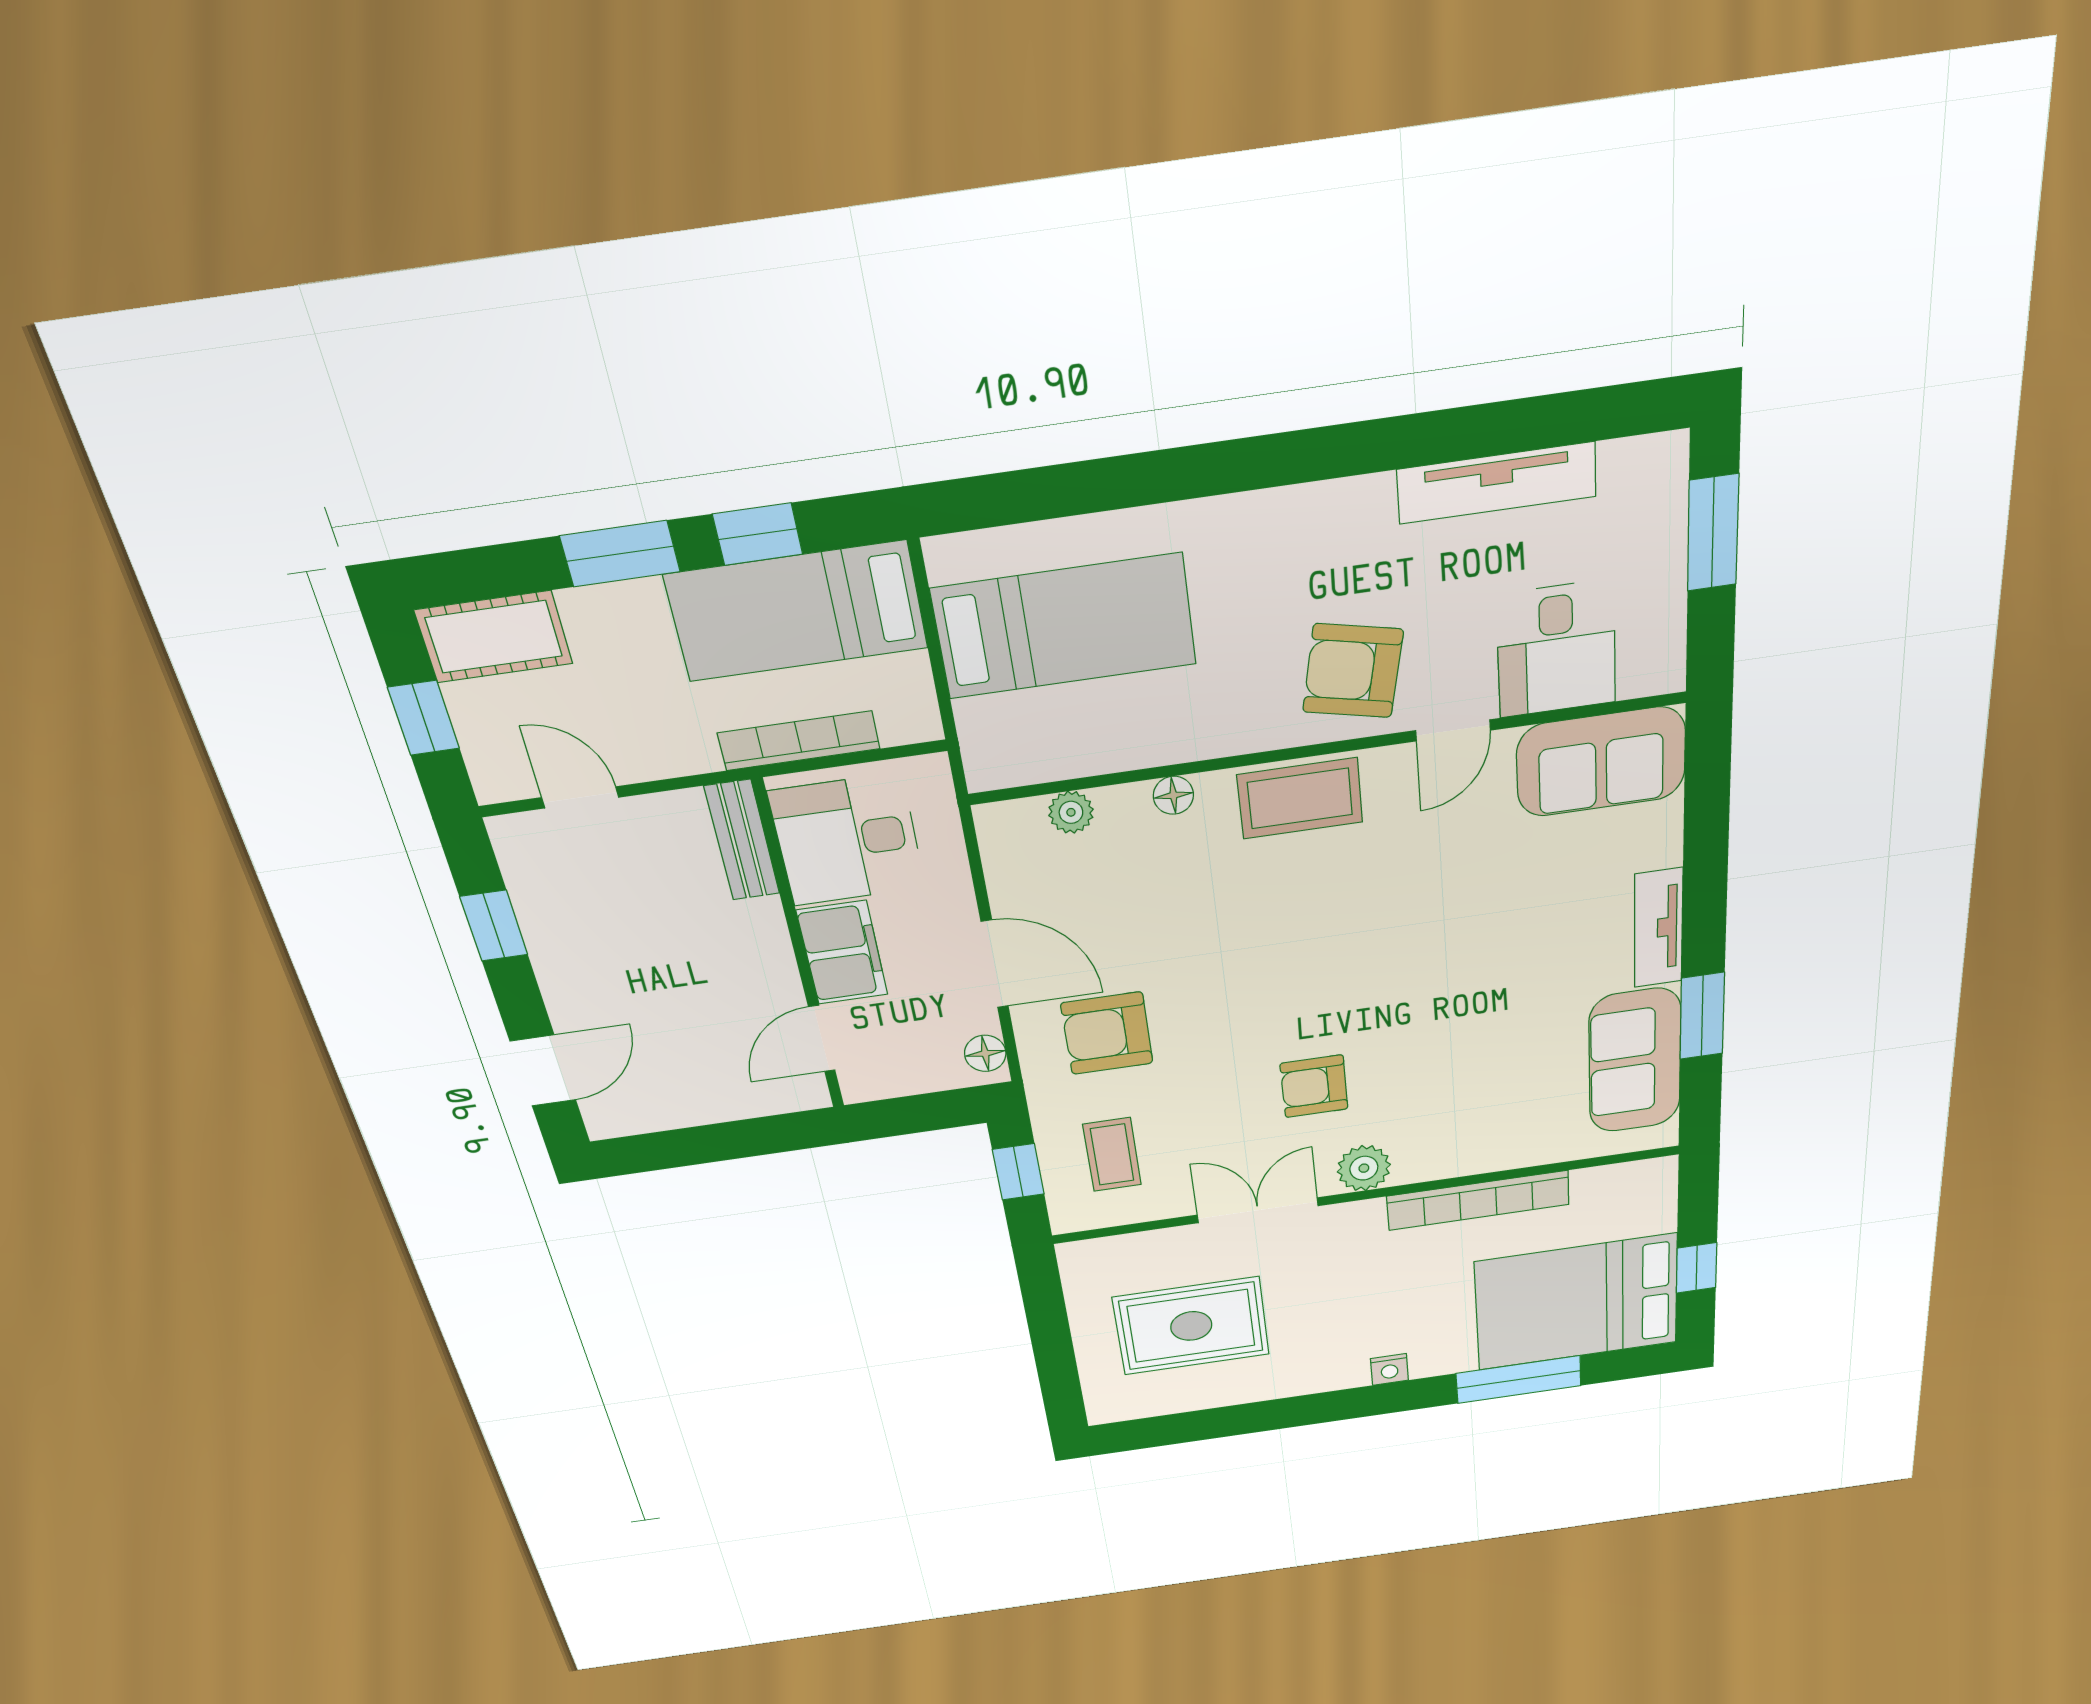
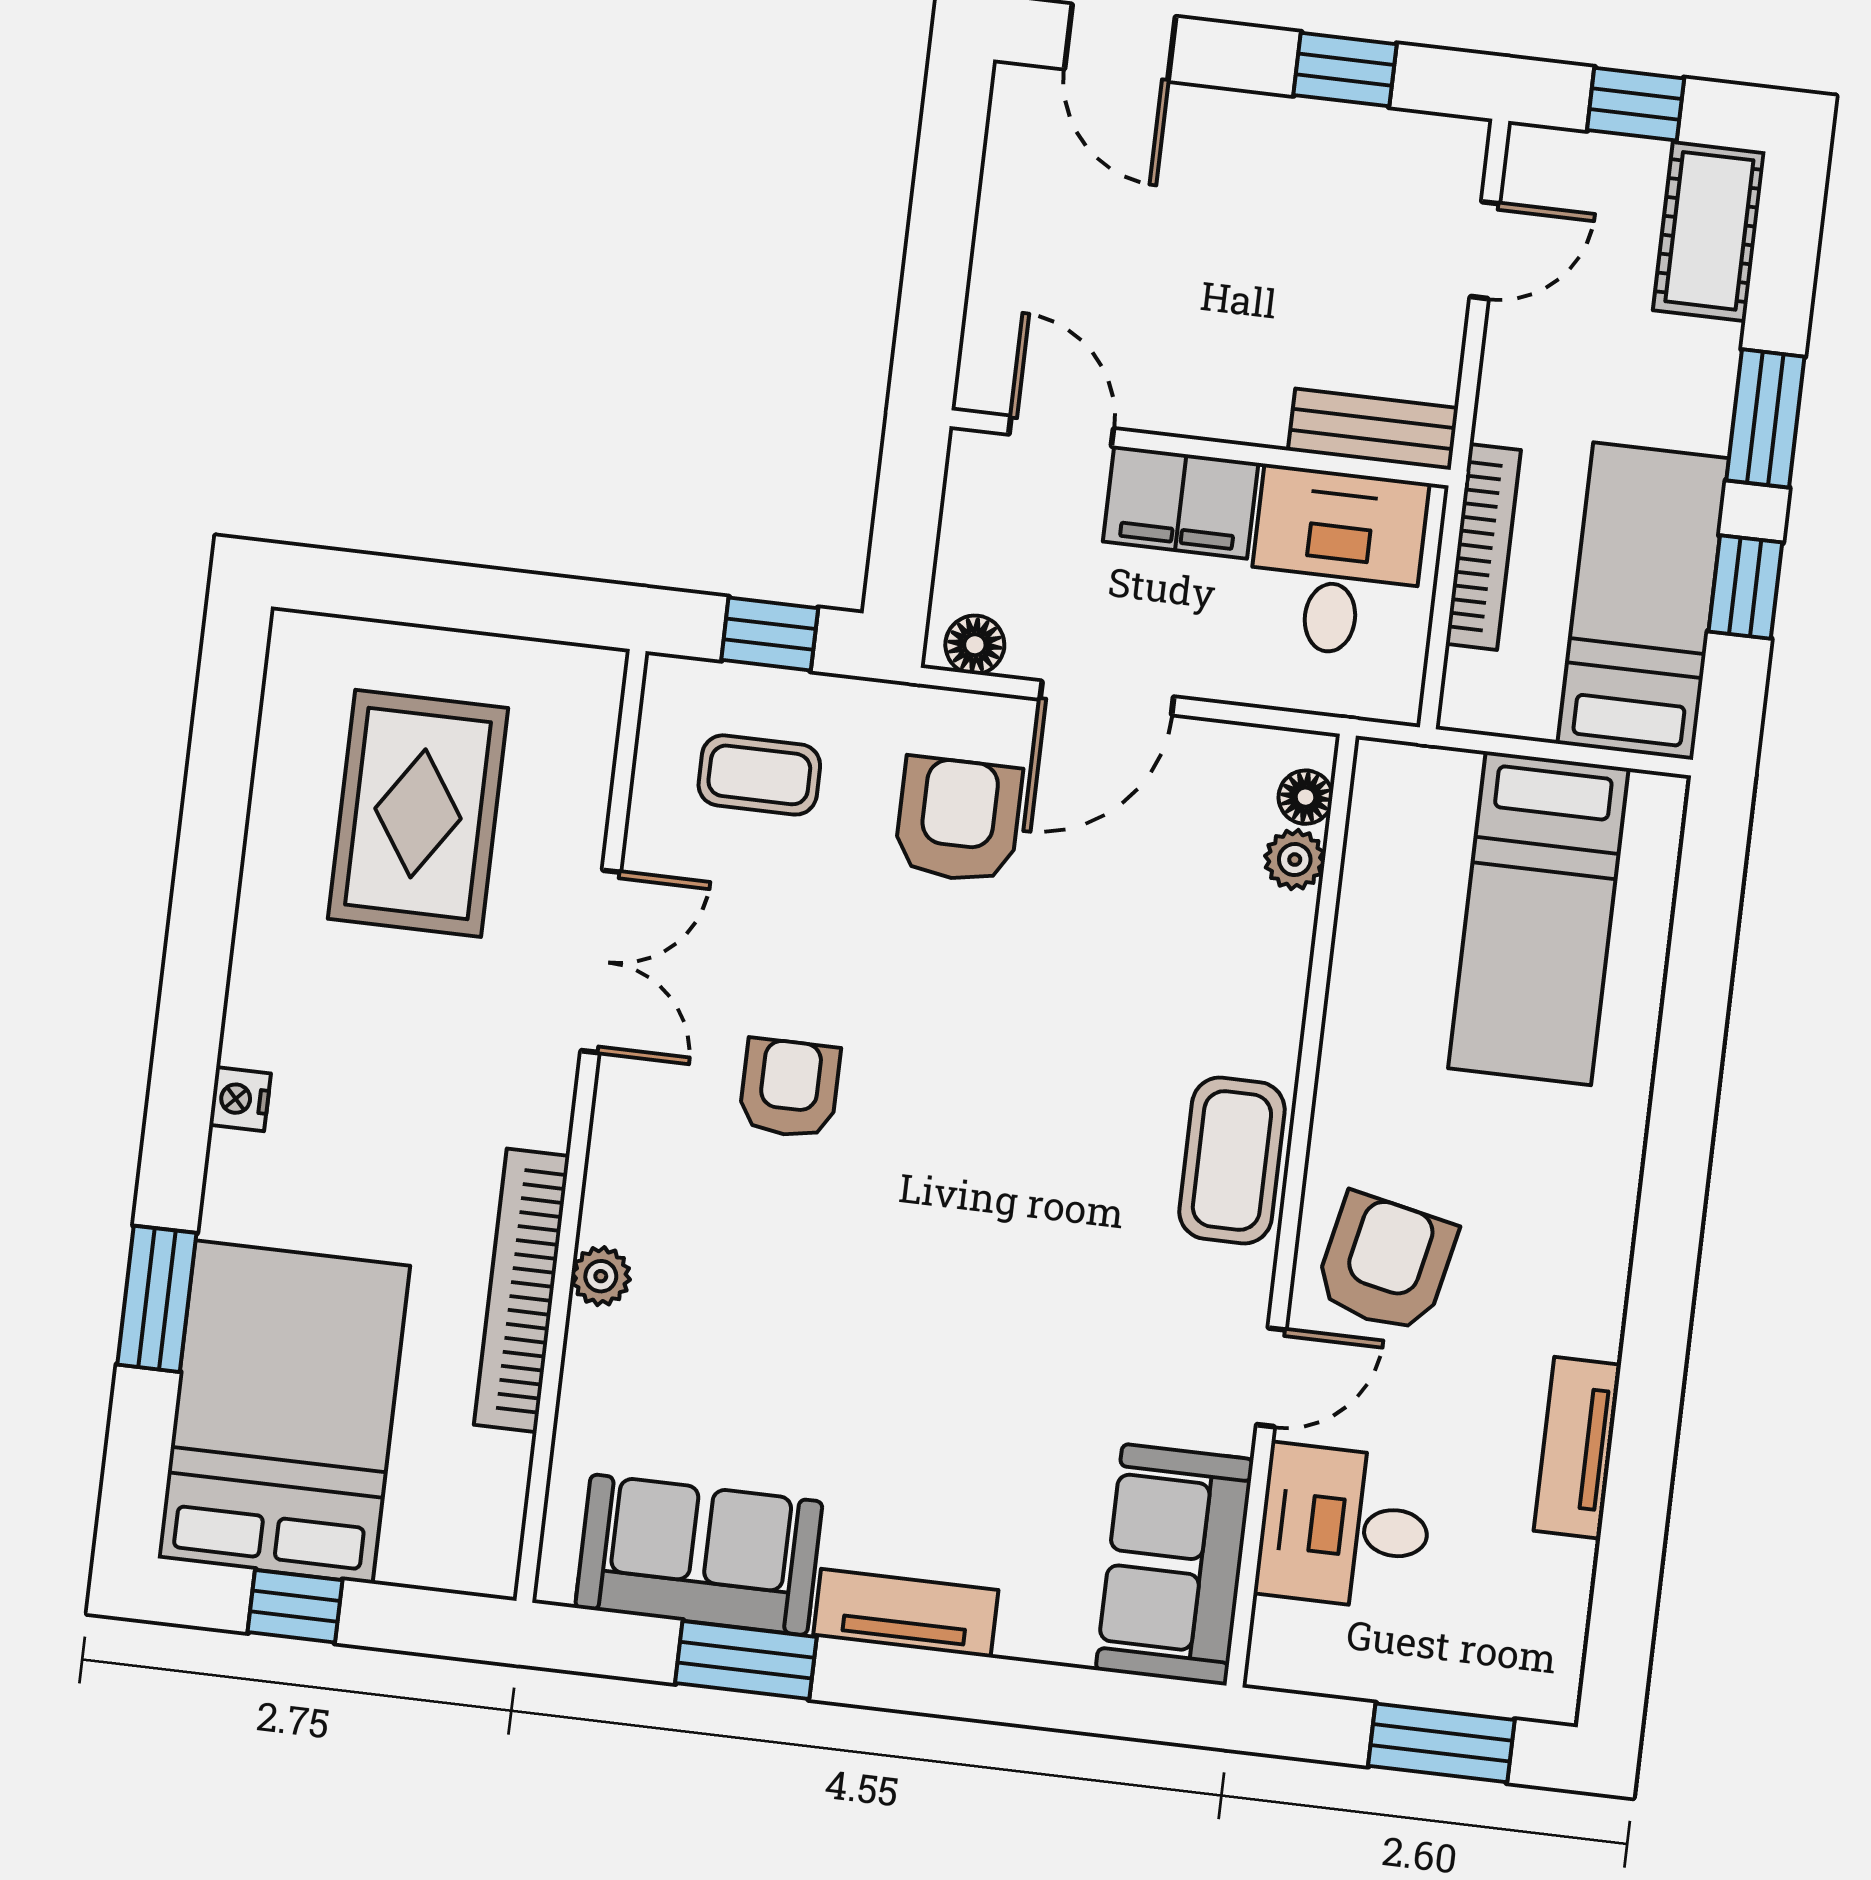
tv unit: (1497, 483) -> (1577, 1448), width x0.71
door: (1453, 730) -> (1271, 1377), swing flipped
floor lamp: (1173, 795) -> (1305, 797), moved
plant: (1364, 1168) -> (601, 1276), moved, width x0.73, depth x0.73
window: (1519, 1380) -> (157, 1299), width x0.69

